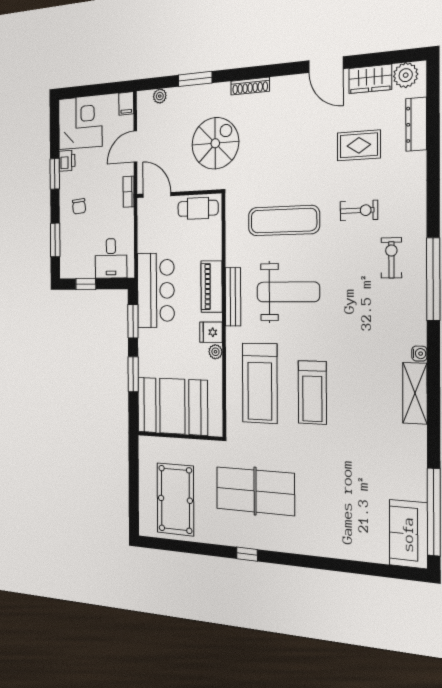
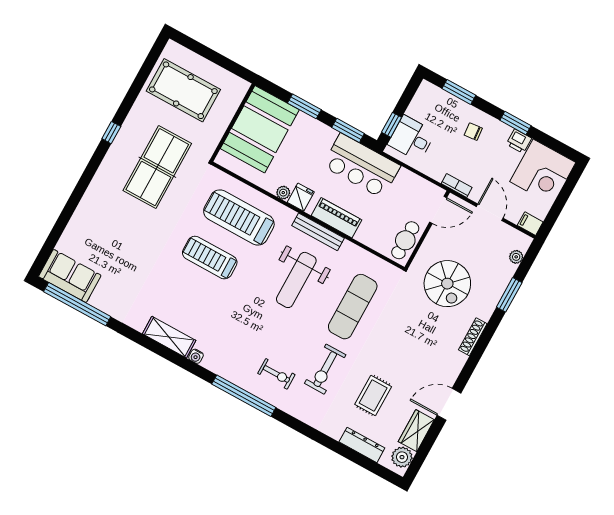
exercise bike: (359, 210) -> (325, 369), width x1.38, depth x1.39
window: (86, 284) -> (392, 125), moved

